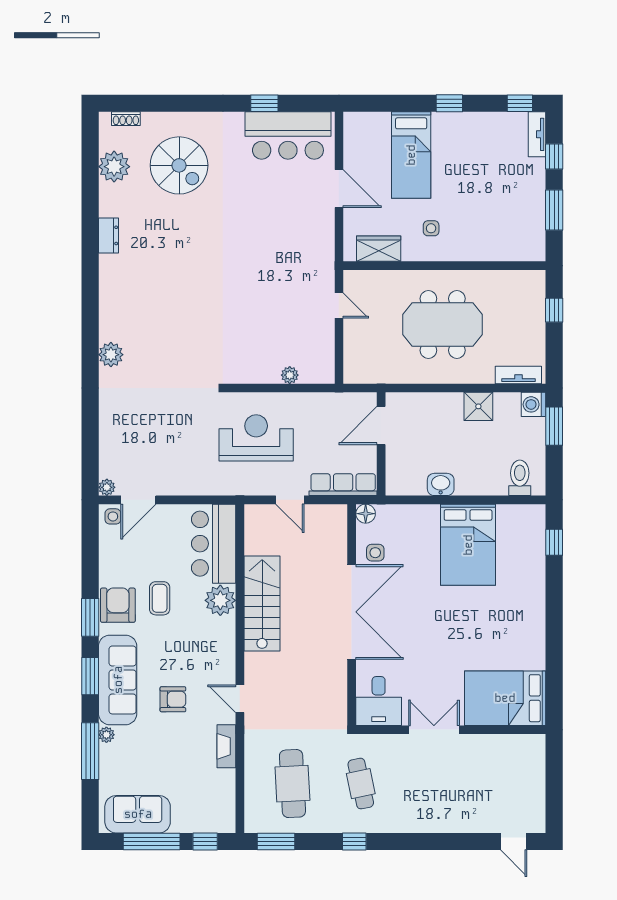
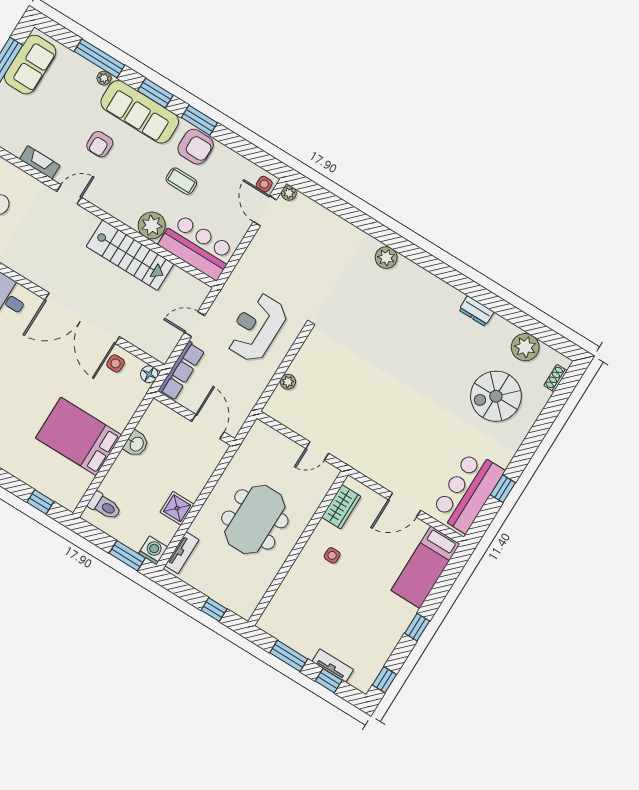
tv unit: (537, 134) -> (333, 665), moved
bed: (411, 155) -> (425, 567), moved, turned -90
reception desk: (256, 438) -> (256, 327), turned 180

